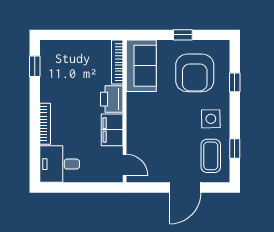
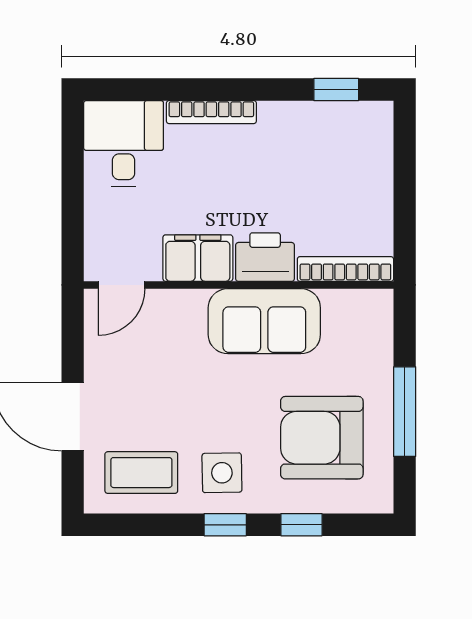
window: (183, 35) -> (405, 412), width x2.17
sofa: (141, 66) -> (264, 321), moved
window: (235, 148) -> (225, 525), moved

